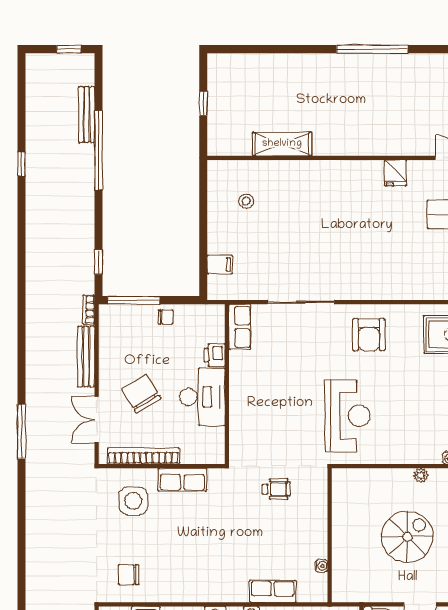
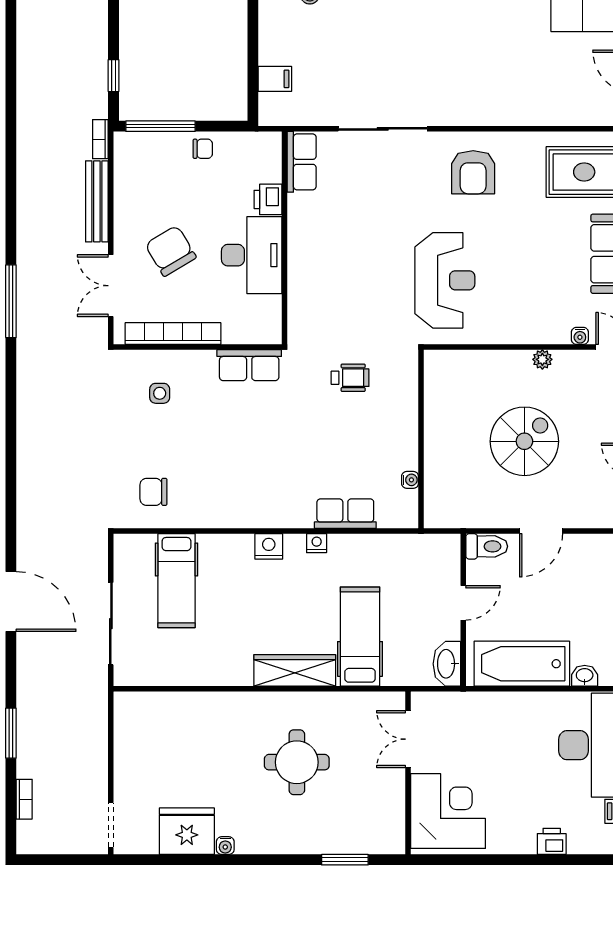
row of seats: (182, 480) -> (249, 365), moved
side table: (133, 501) -> (160, 393), width x0.54, depth x0.54

